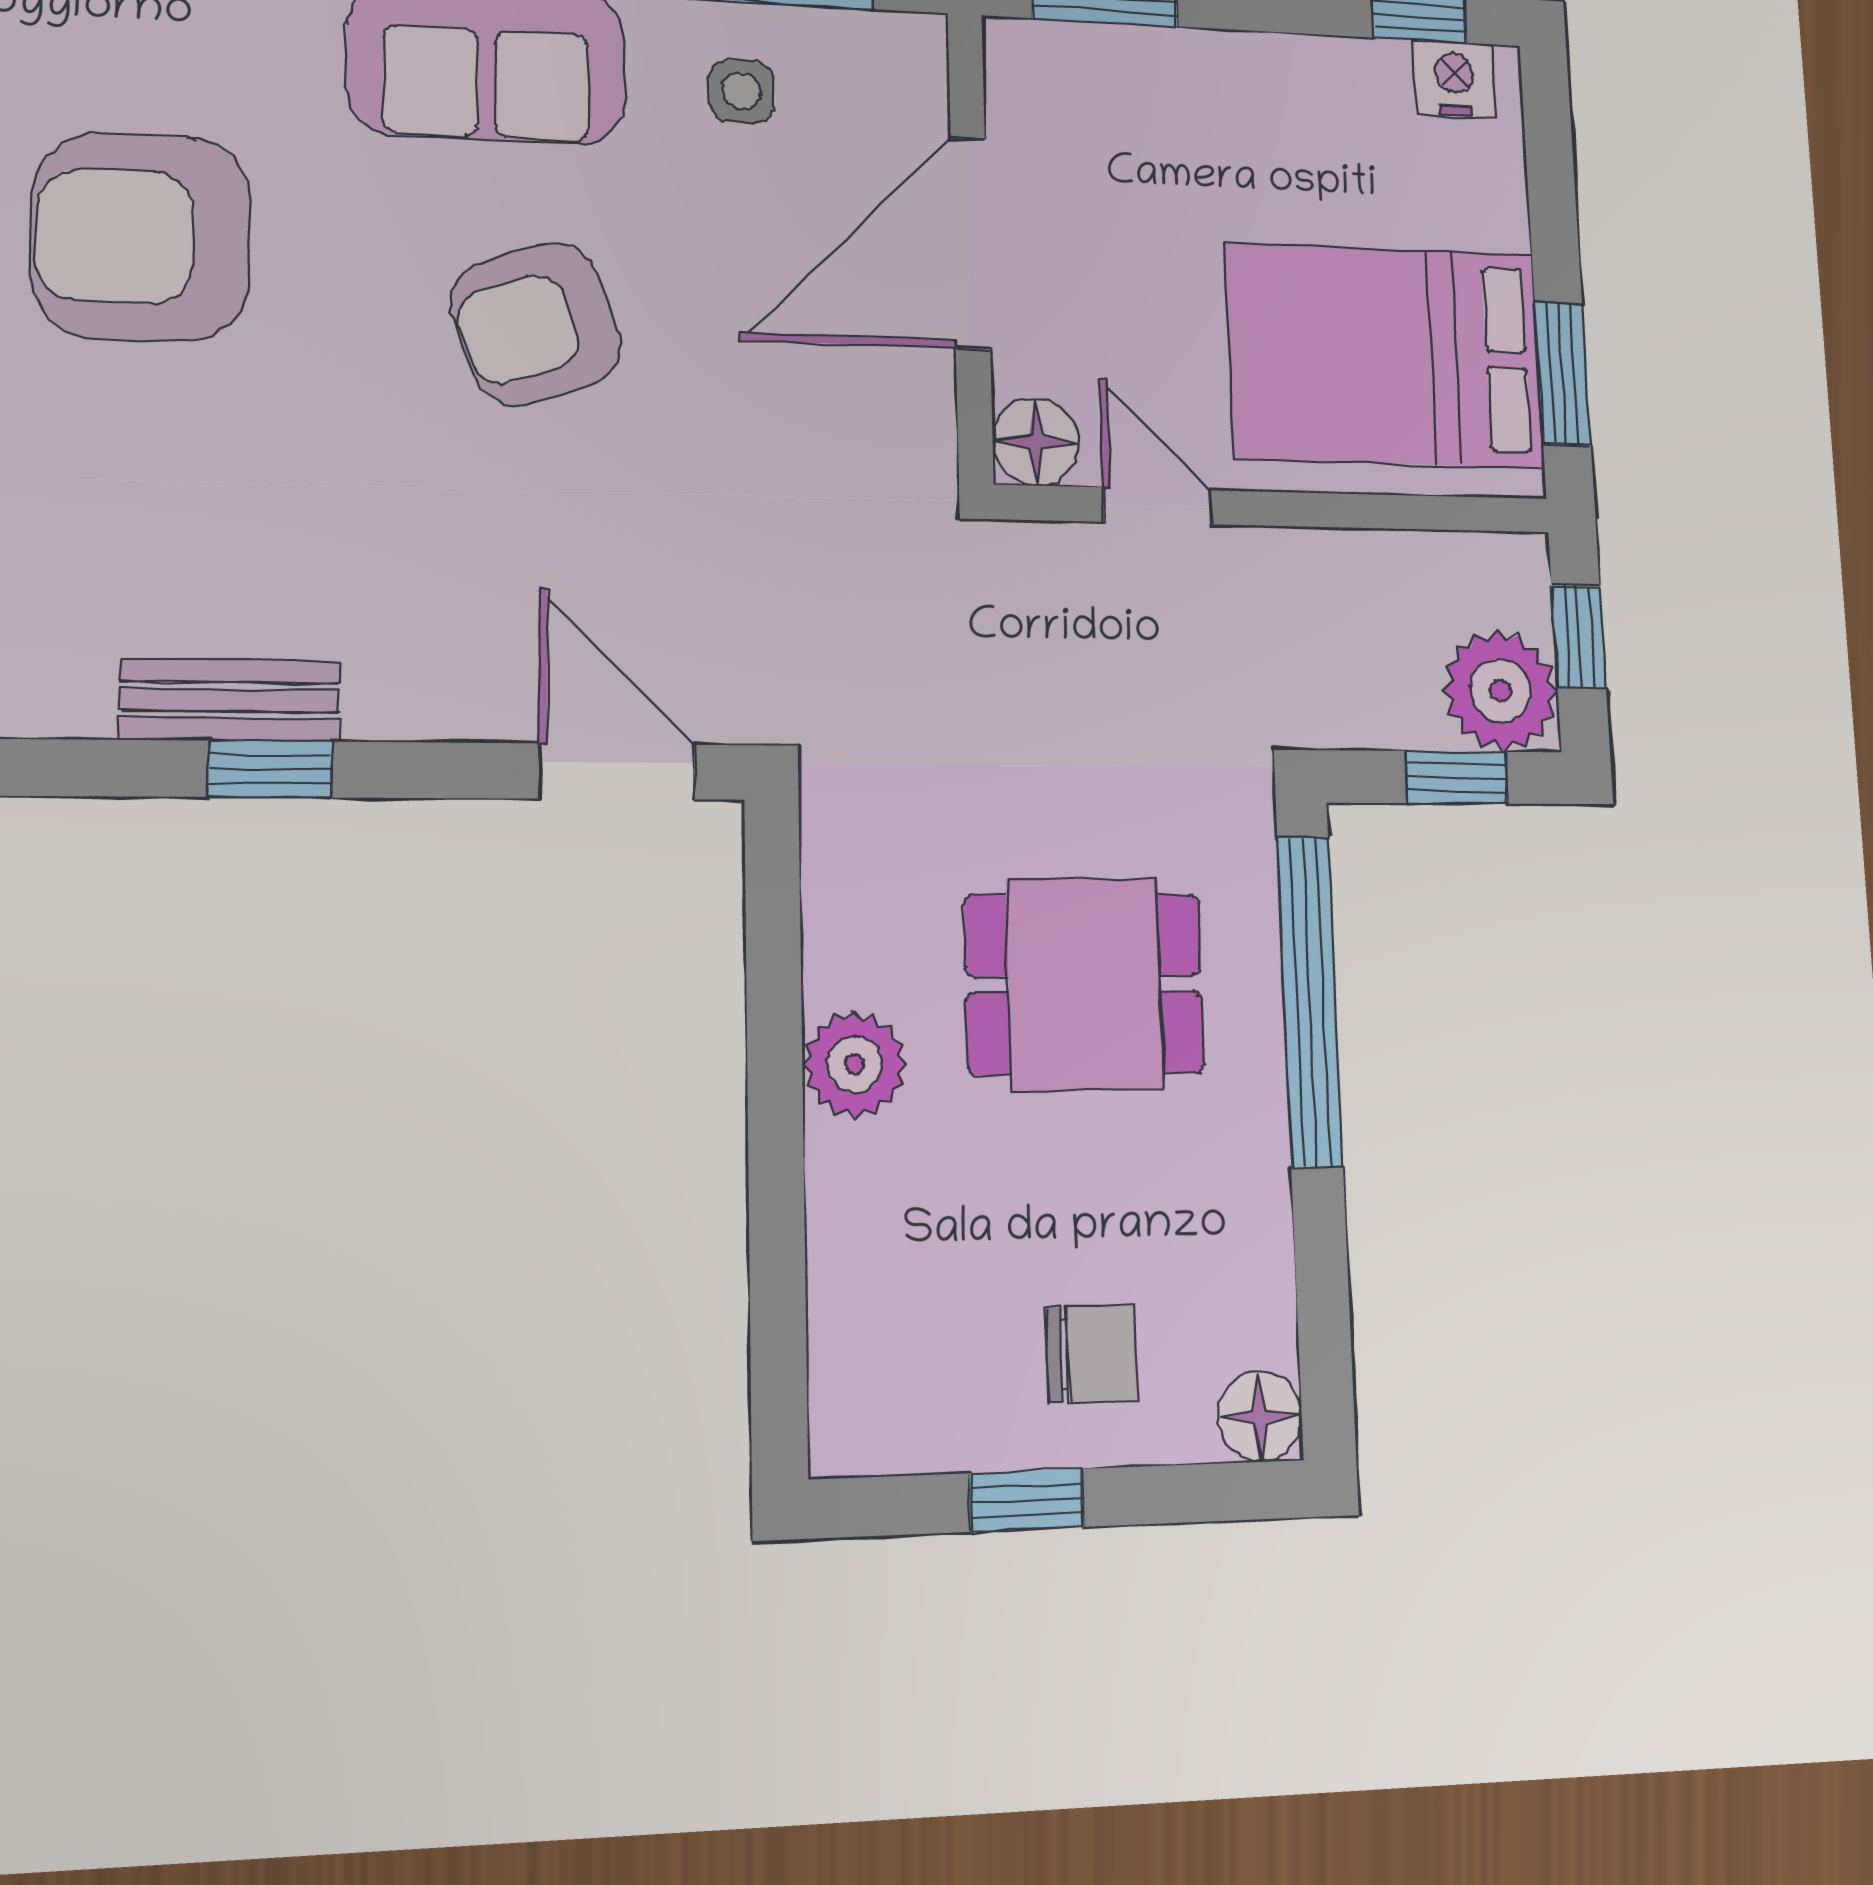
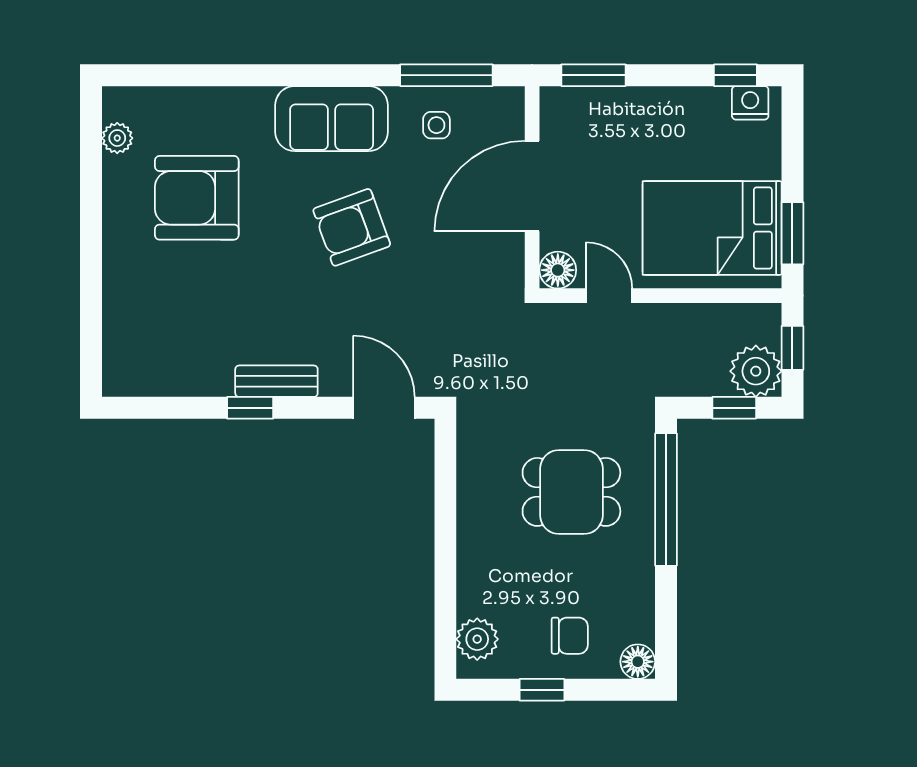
bench: (230, 700) -> (276, 381), moved
plant: (855, 1064) -> (477, 639), moved

